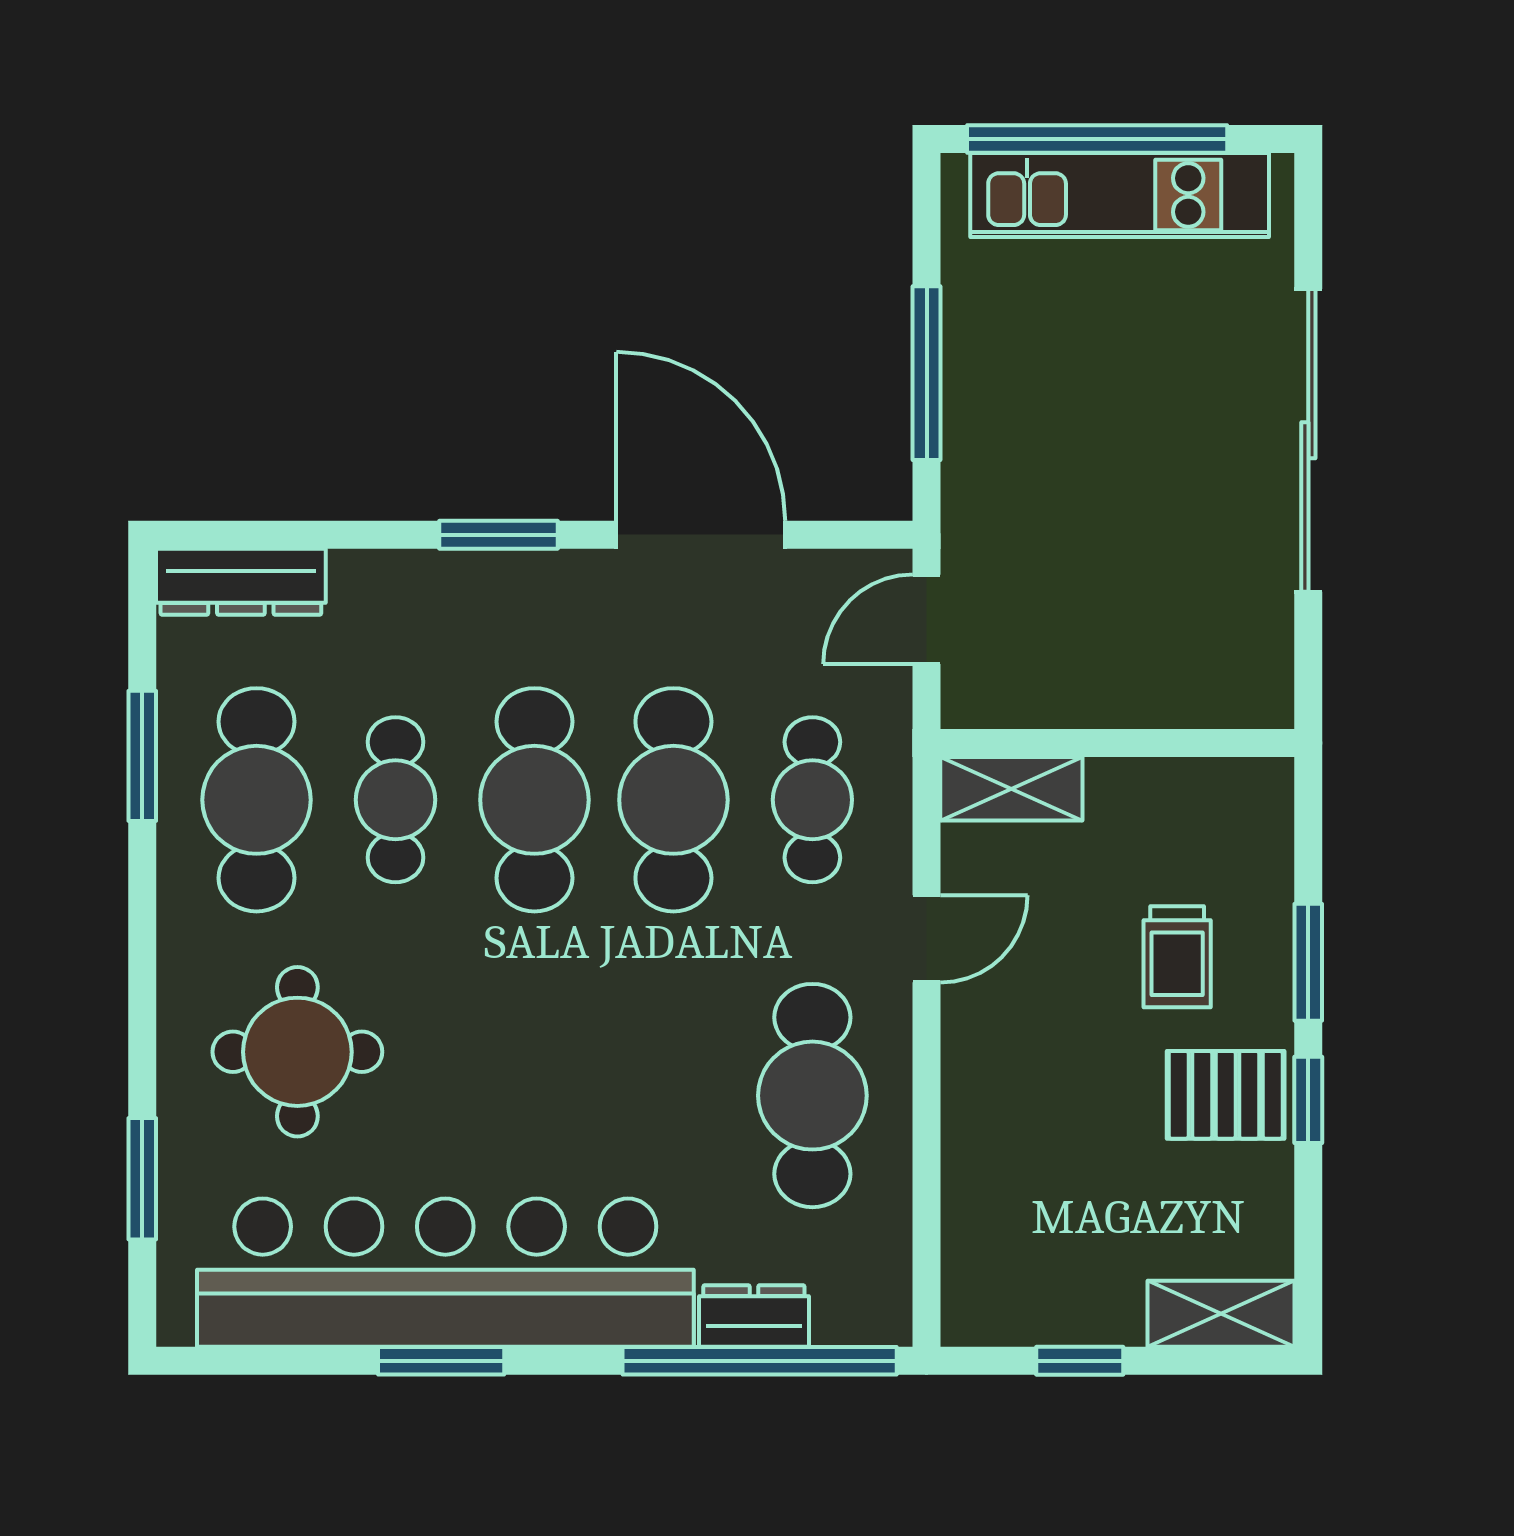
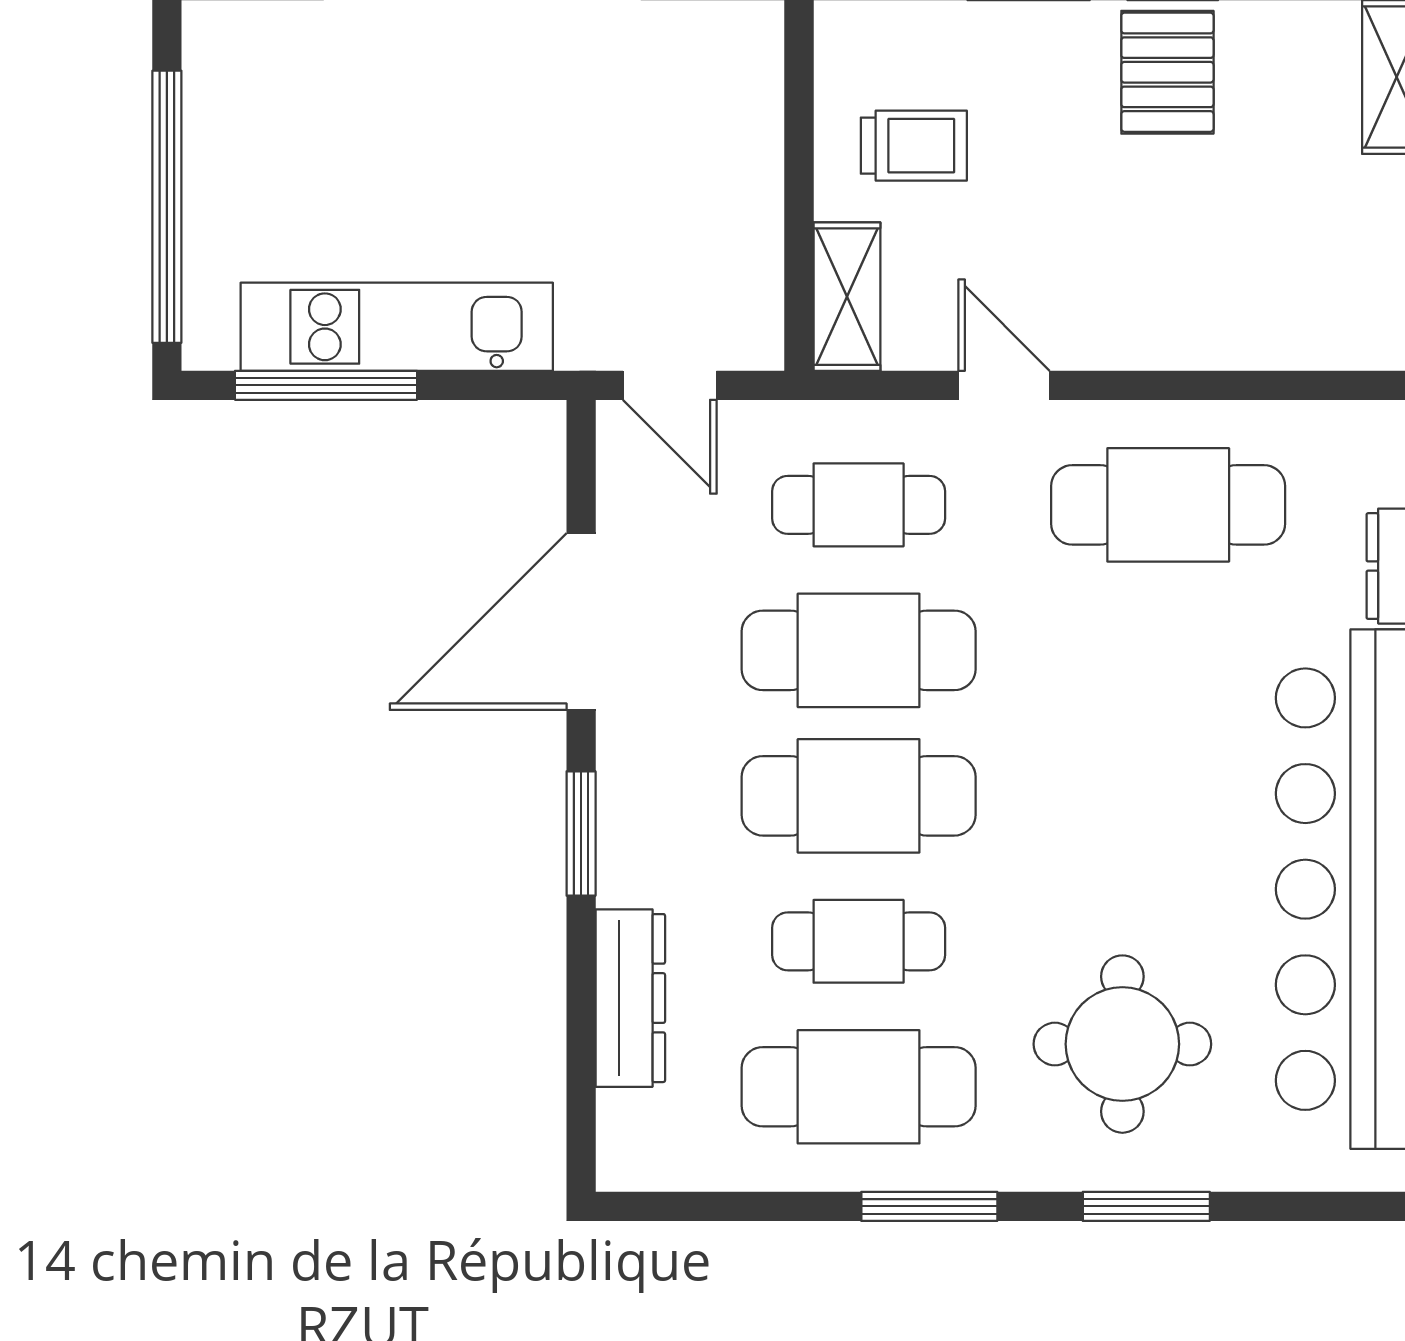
kitchen unit: (1120, 195) -> (397, 327), moved, turned -90
window: (927, 373) -> (326, 385), moved
dresser: (241, 582) -> (630, 998), moved
window: (142, 756) -> (929, 1206), moved
trolley: (1177, 957) -> (914, 146), moved
window: (142, 1179) -> (1146, 1206), moved

